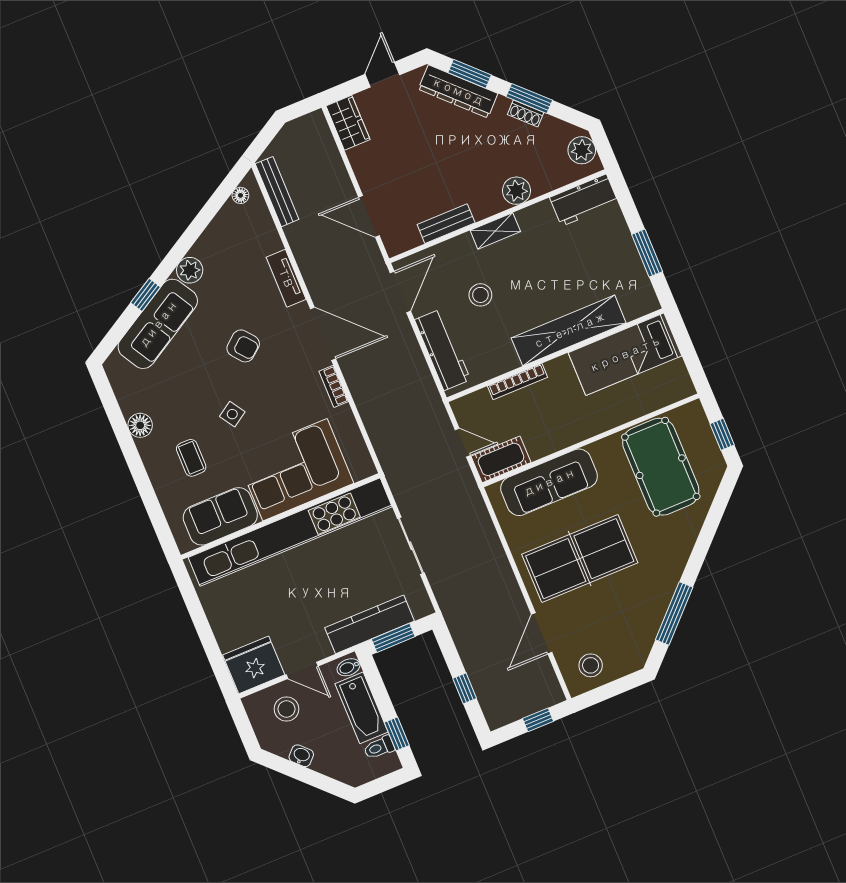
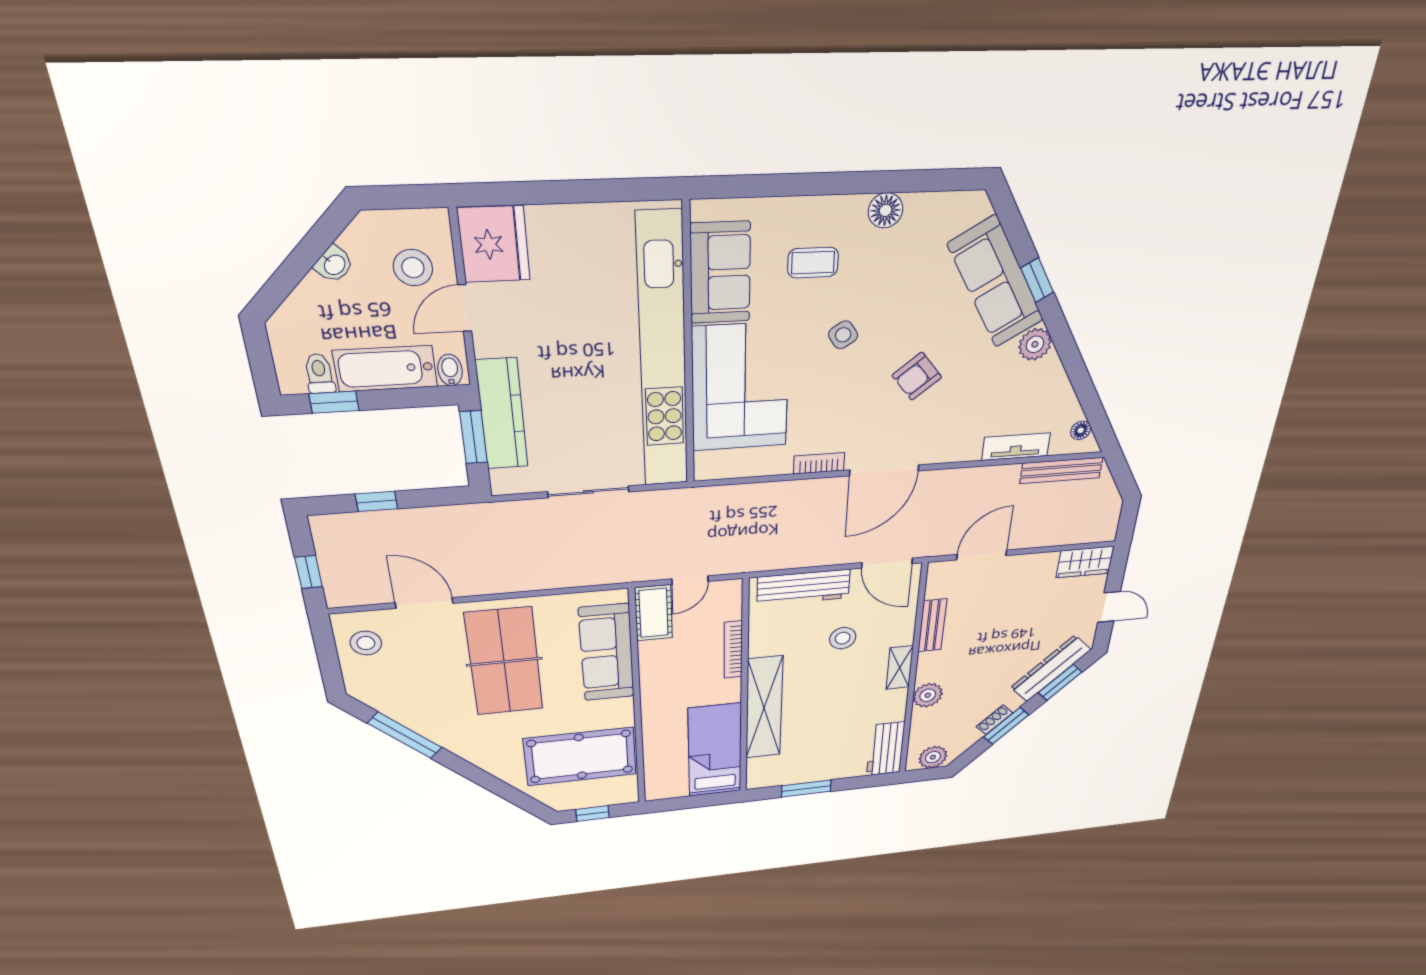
tv unit: (286, 278) -> (1016, 447), moved

